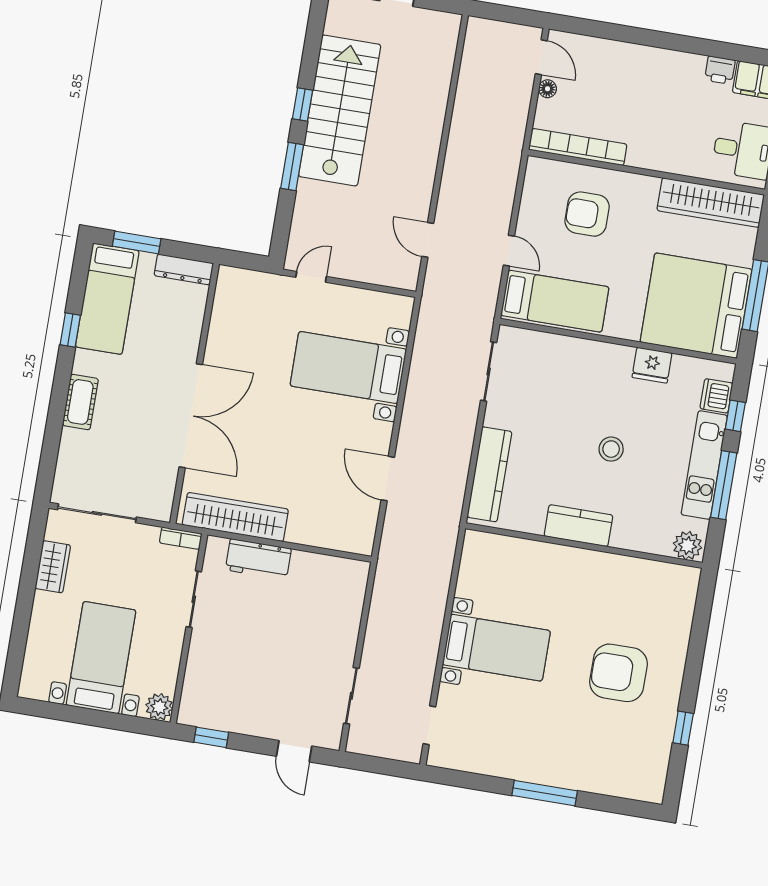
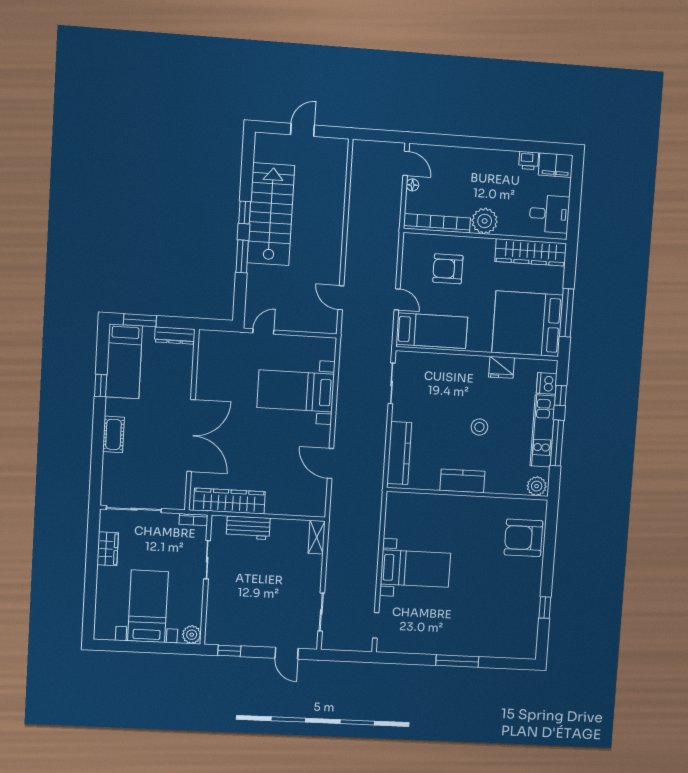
plant: (647, 151) -> (485, 221), added
shelving: (356, 584) -> (317, 537), added
armchair: (618, 673) -> (523, 538), moved

